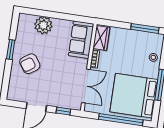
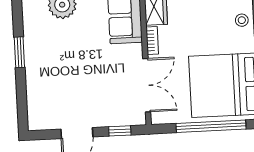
armchair: (30, 64) -> (53, 68), removed

